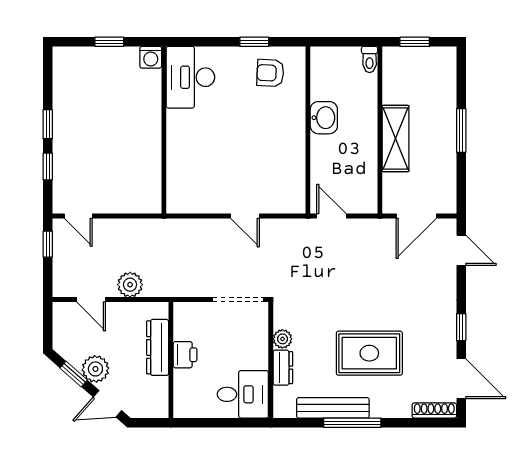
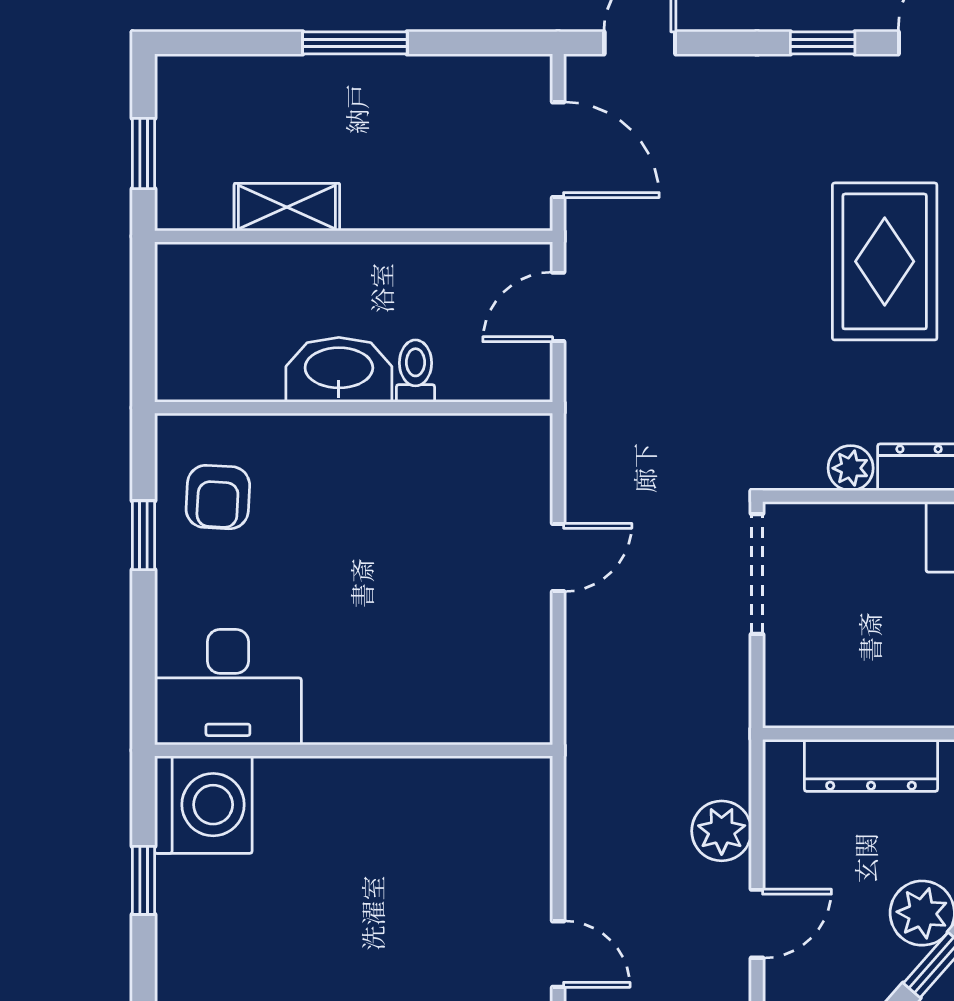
washing machine: (151, 57) -> (203, 805), width x1.89, depth x1.89
toilet: (370, 59) -> (415, 371), moved, turned -90
washbasin: (324, 118) -> (339, 370), width x1.38
shelving: (395, 139) -> (287, 207), moved, width x0.67, depth x0.75
door: (78, 216) -> (558, 954), hinge flipped
door: (331, 216) -> (558, 307), moved
printer: (185, 355) -> (888, 700), removed

